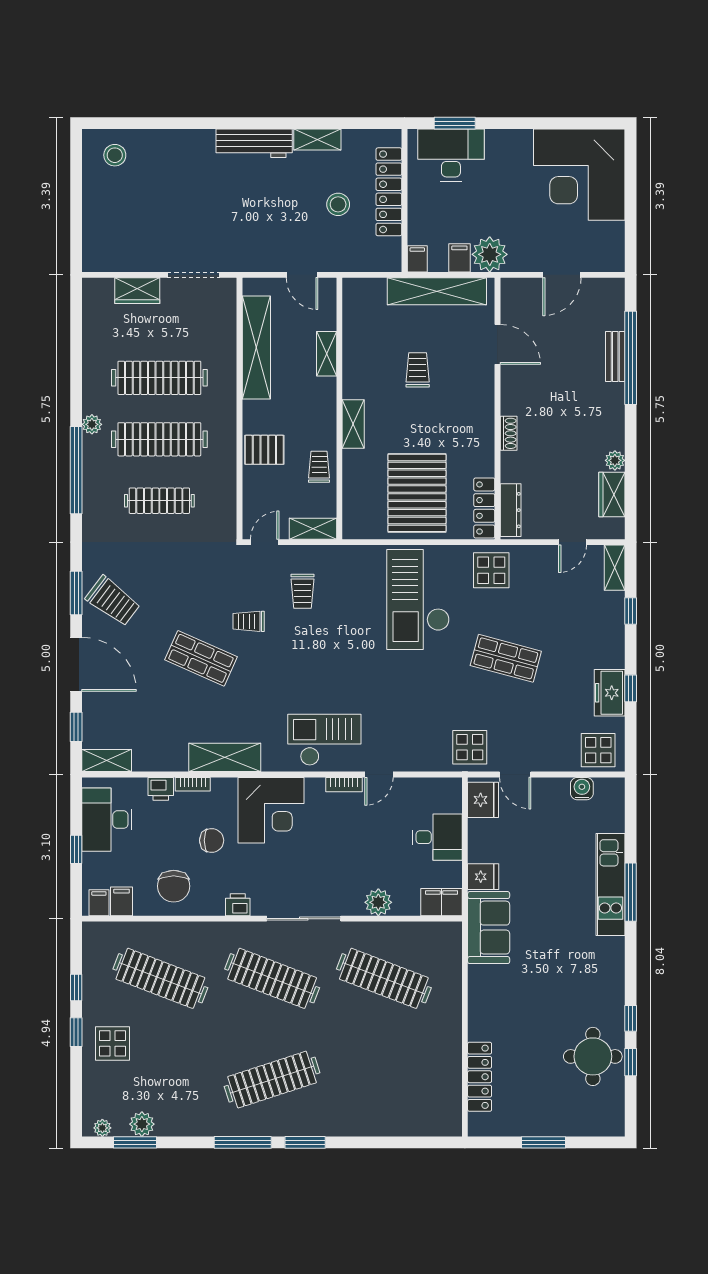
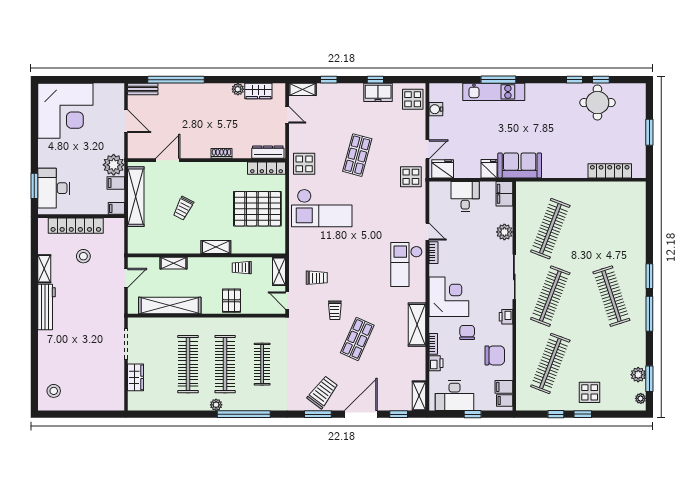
bench: (615, 357) -> (143, 89), moved
trolley: (418, 370) -> (183, 208), turned -63

